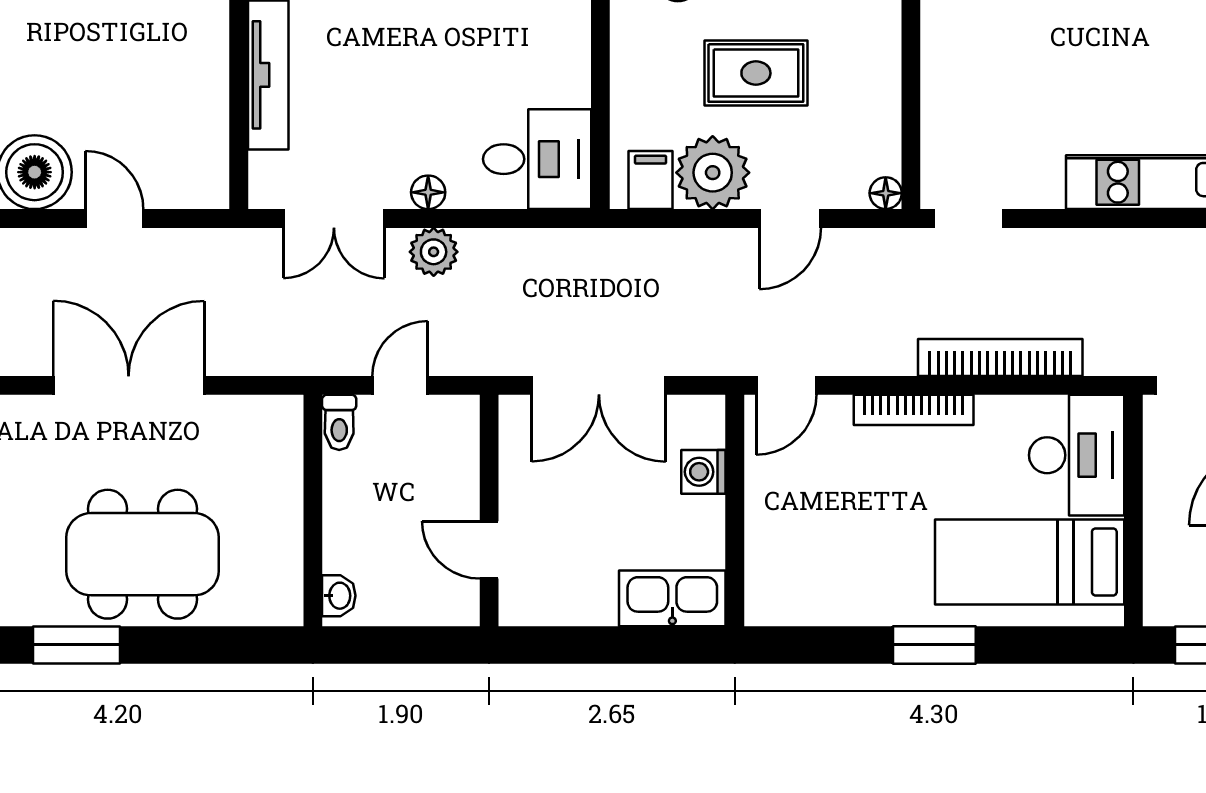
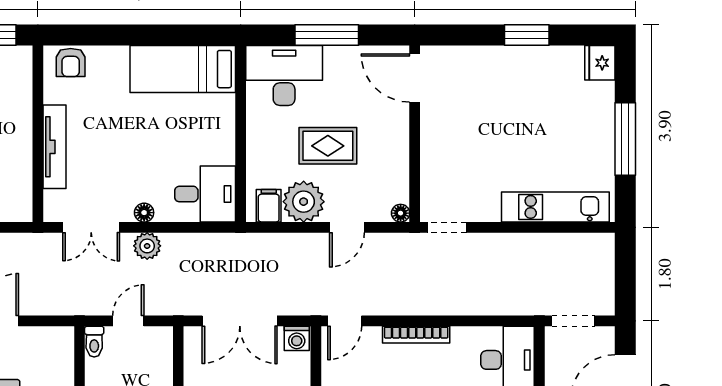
bookcase: (1000, 357) -> (465, 305), removed
washing machine: (703, 472) -> (297, 338), moved, turned -90

